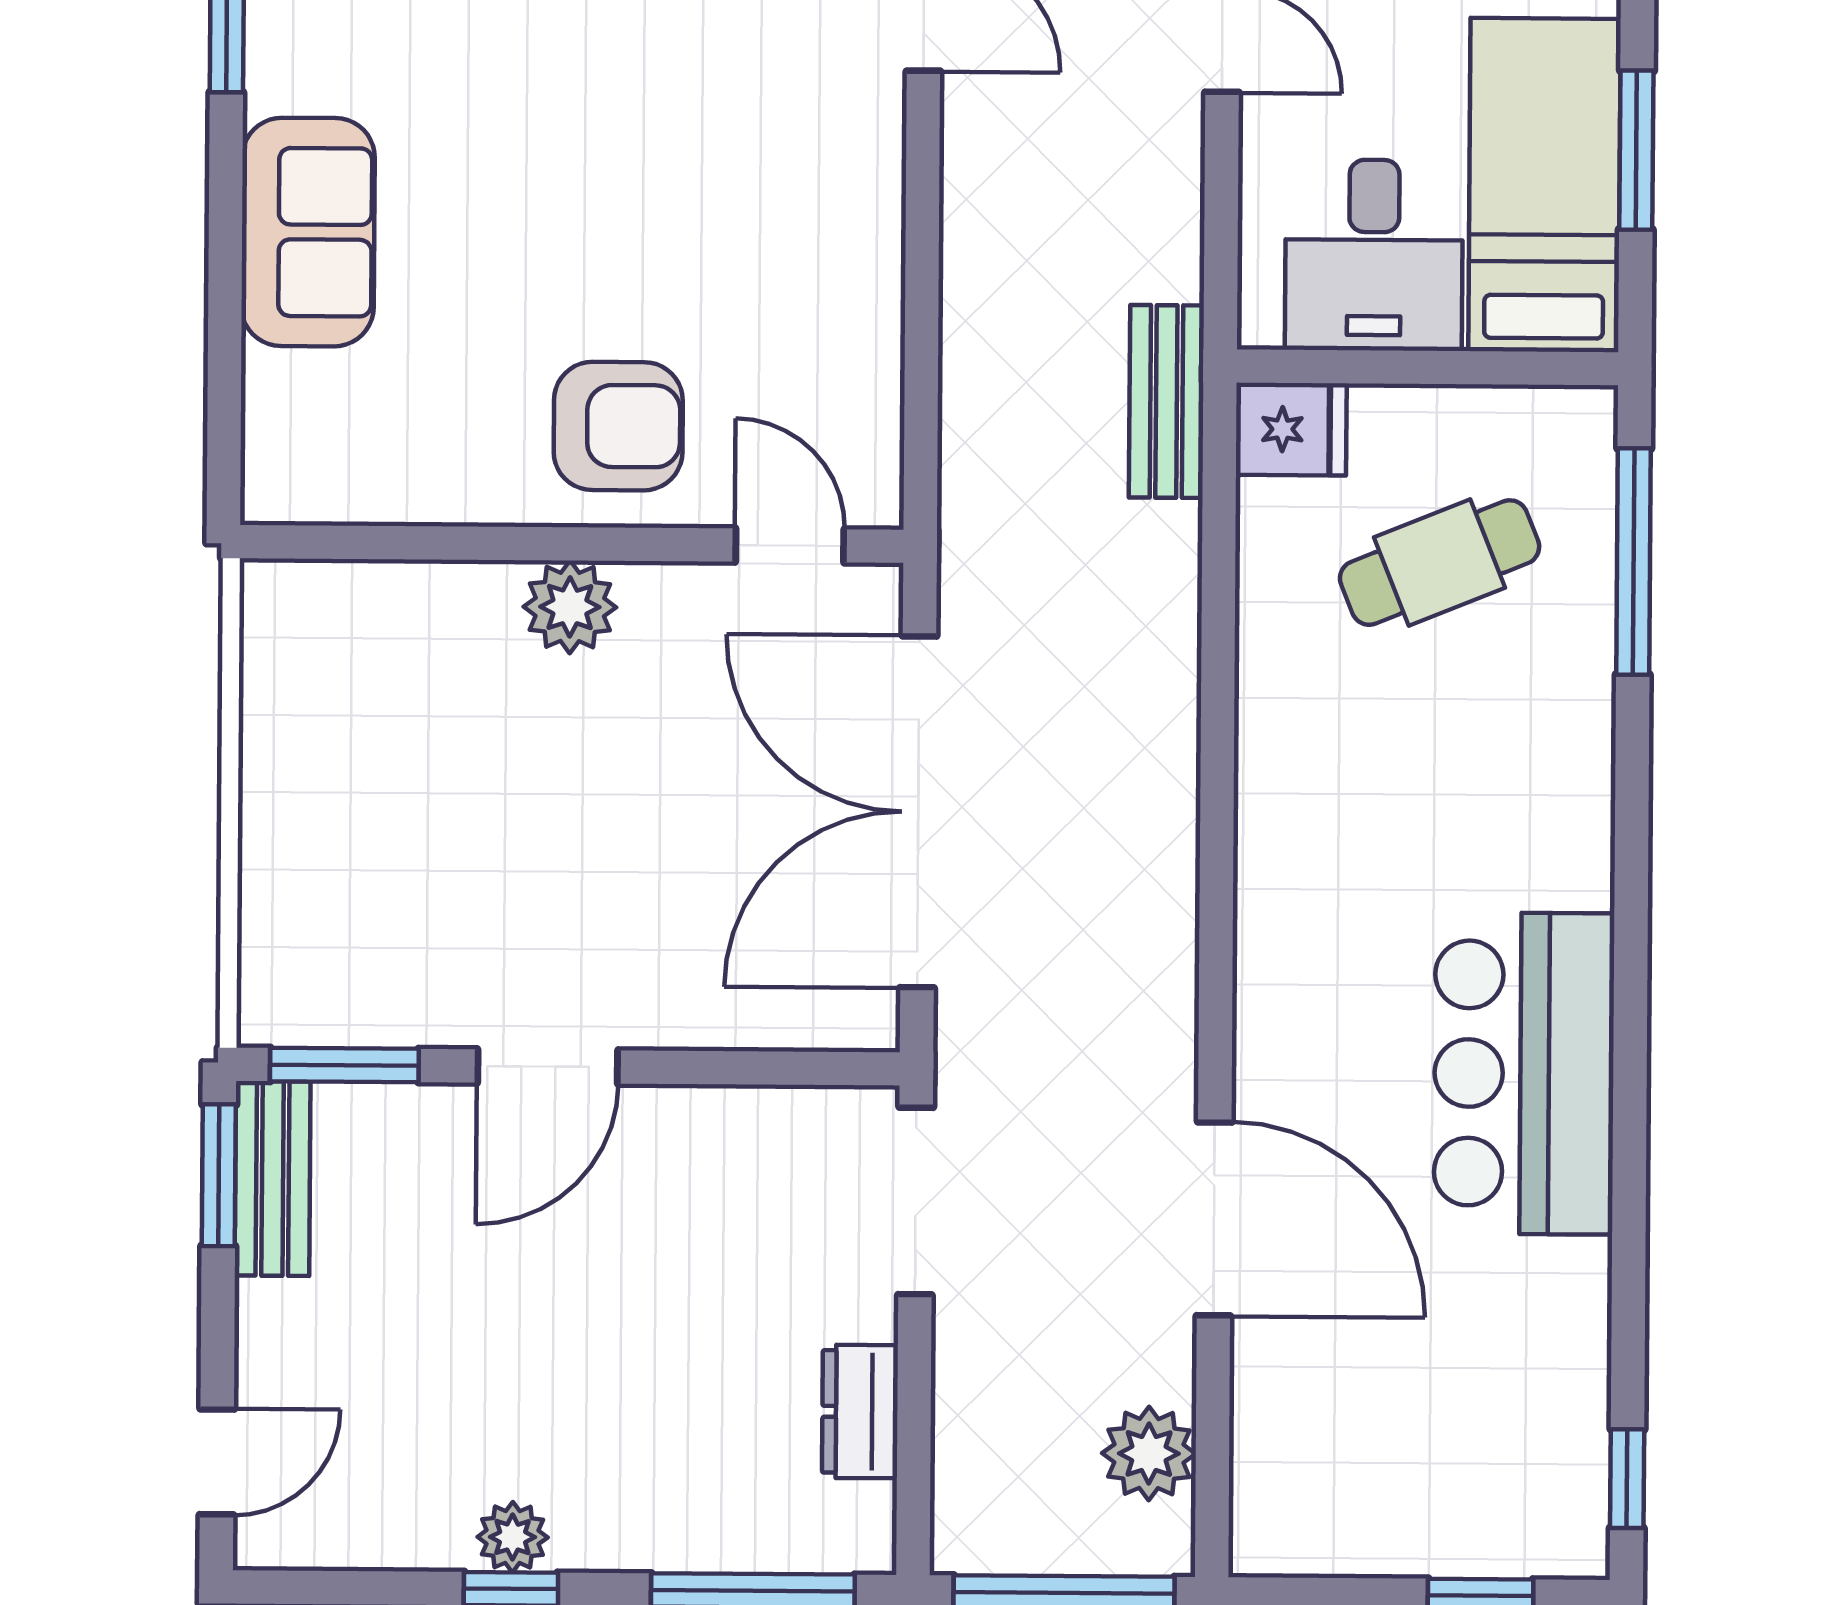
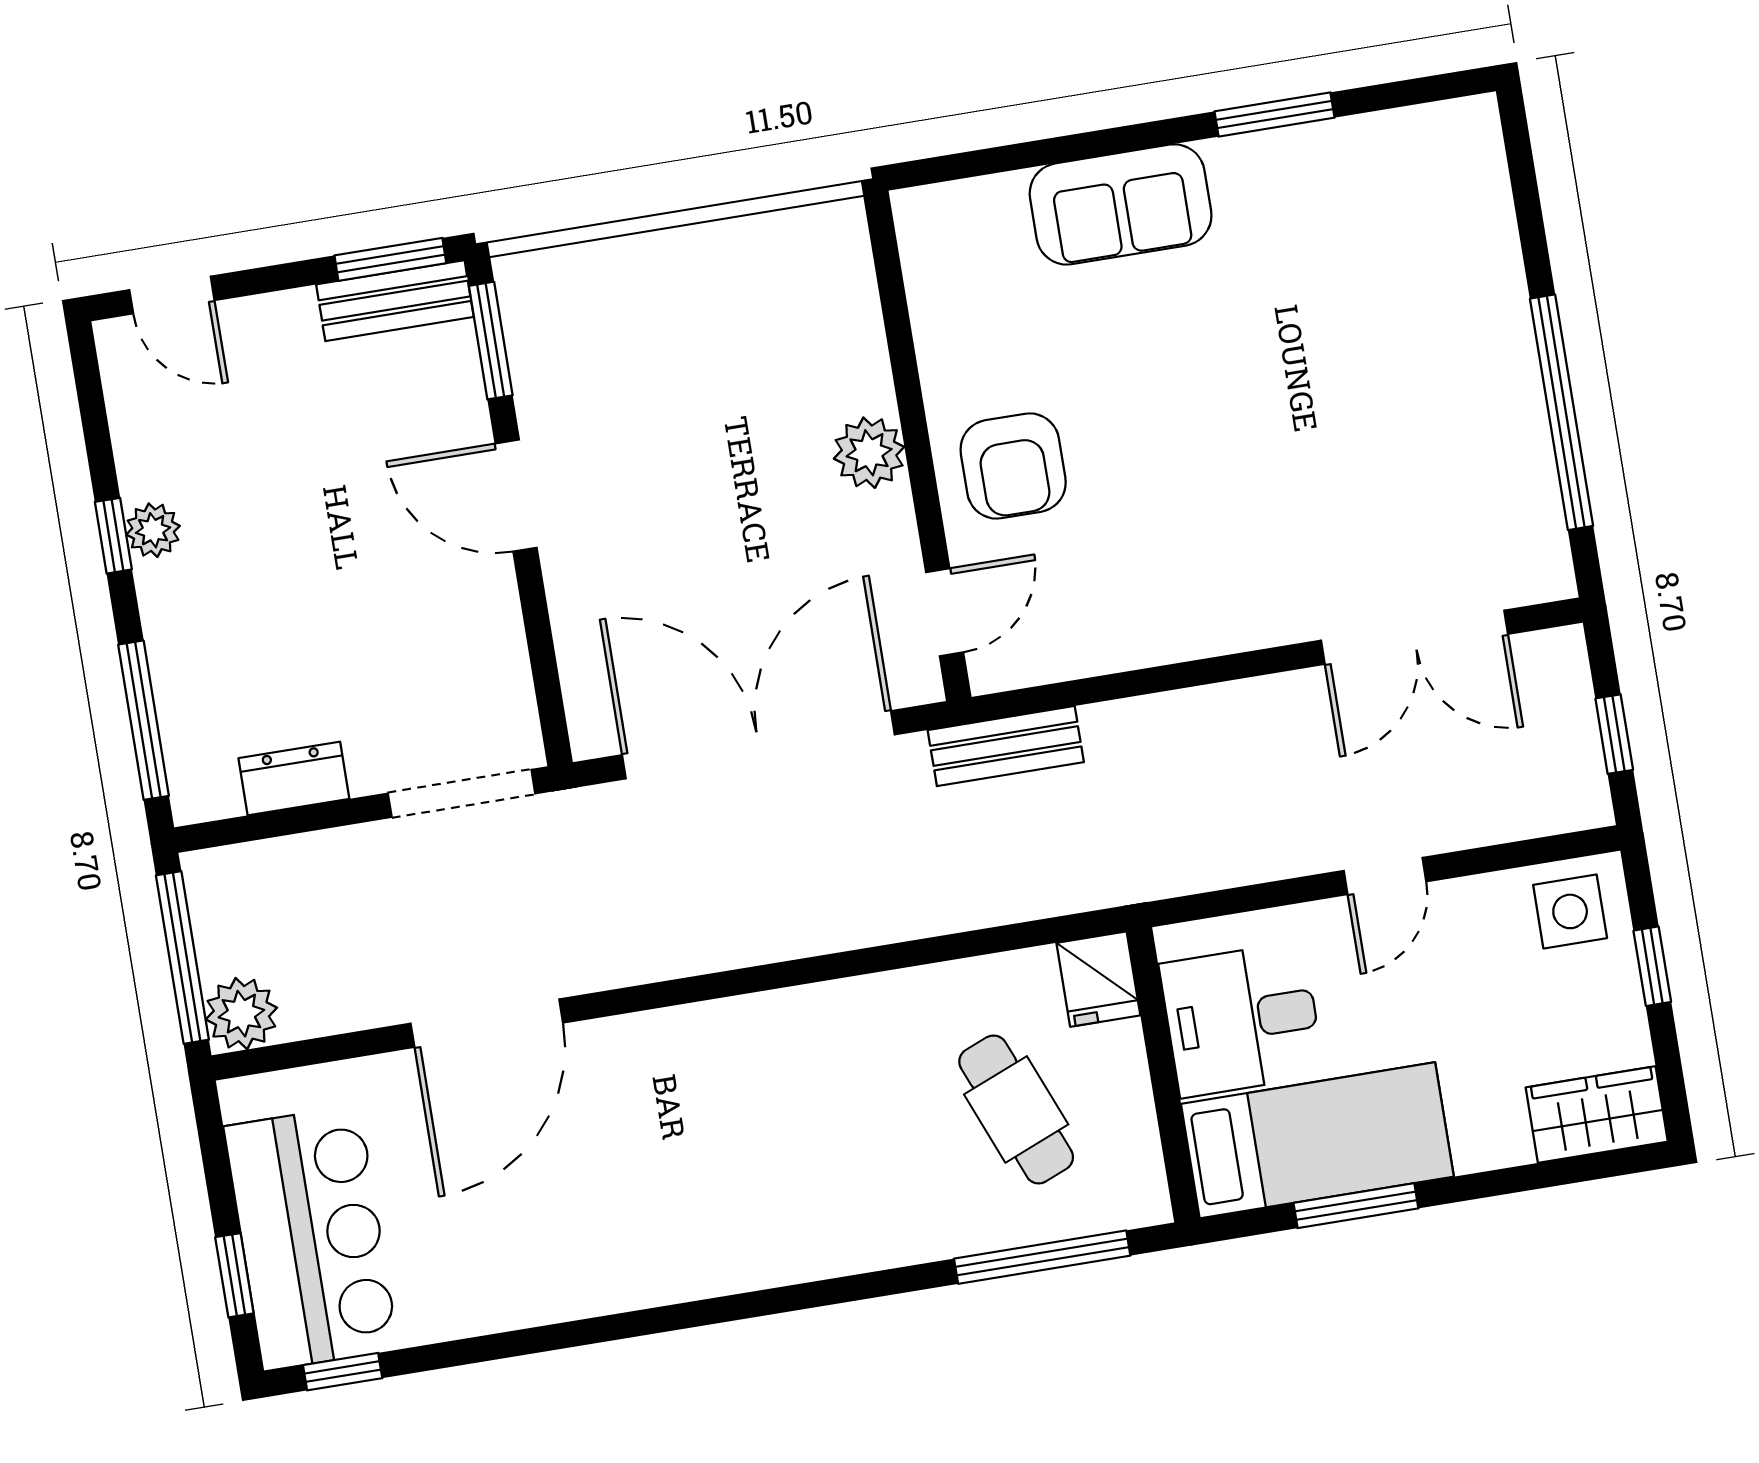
bench: (1166, 401) -> (1006, 746), moved
bar counter: (1524, 1073) -> (311, 1238), moved, turned 90
plant: (1149, 1453) -> (241, 1014), moved

